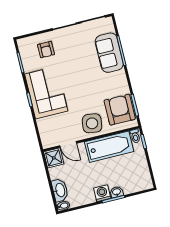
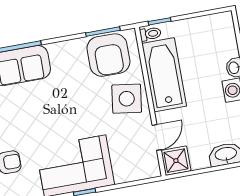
armchair: (120, 110) -> (108, 55), turned -90

